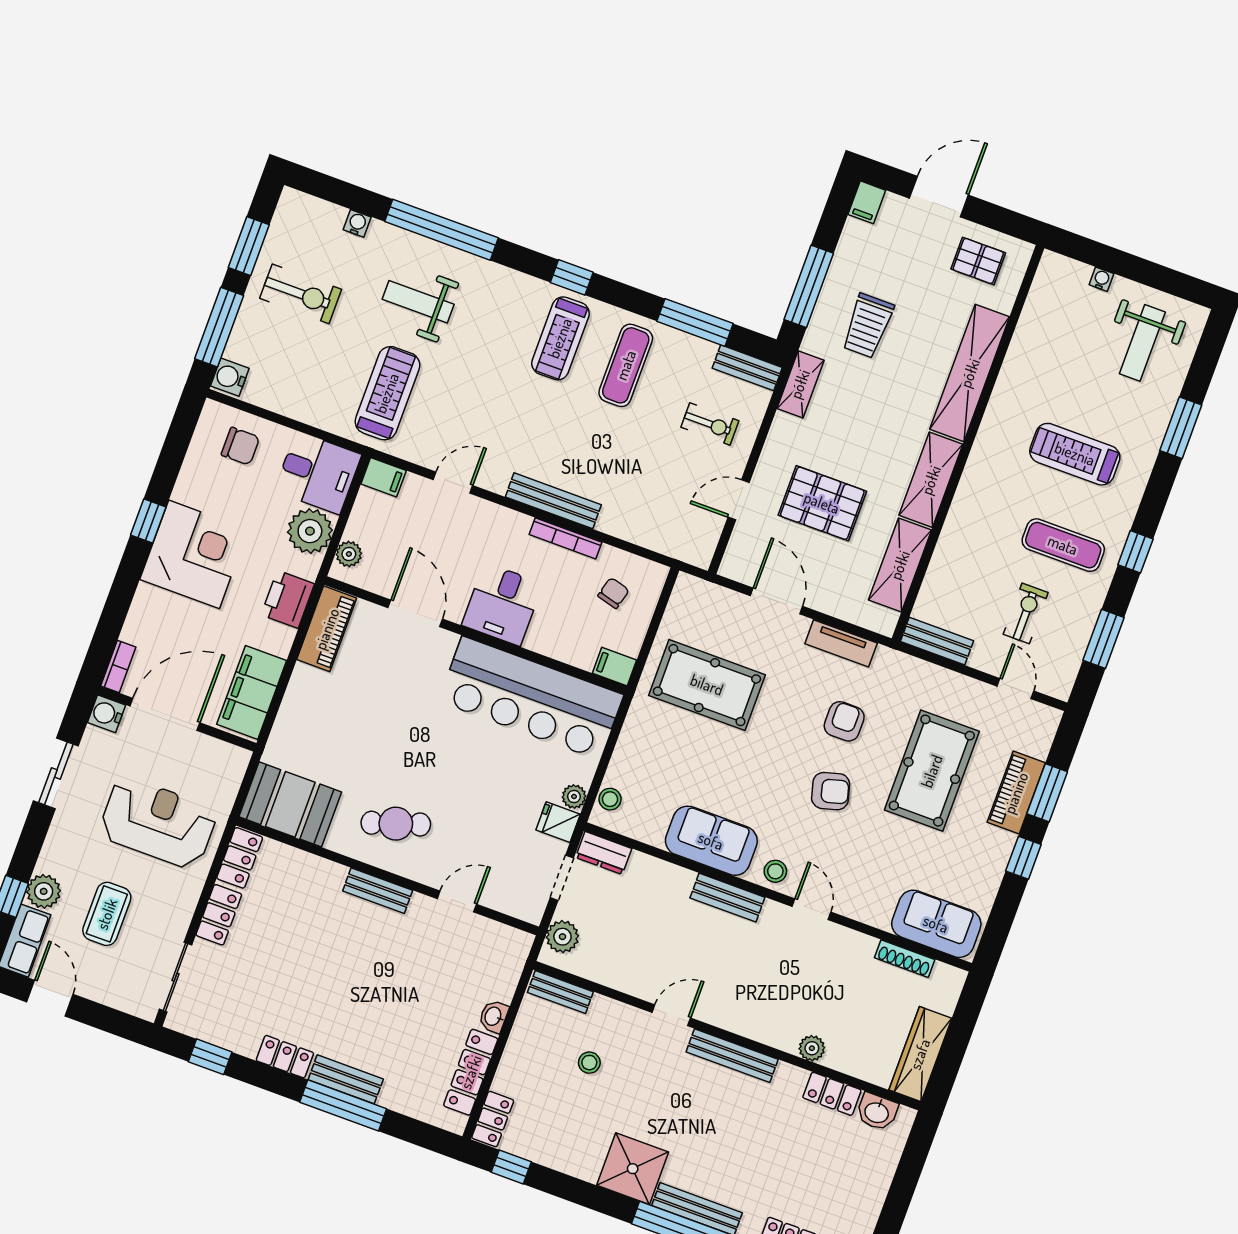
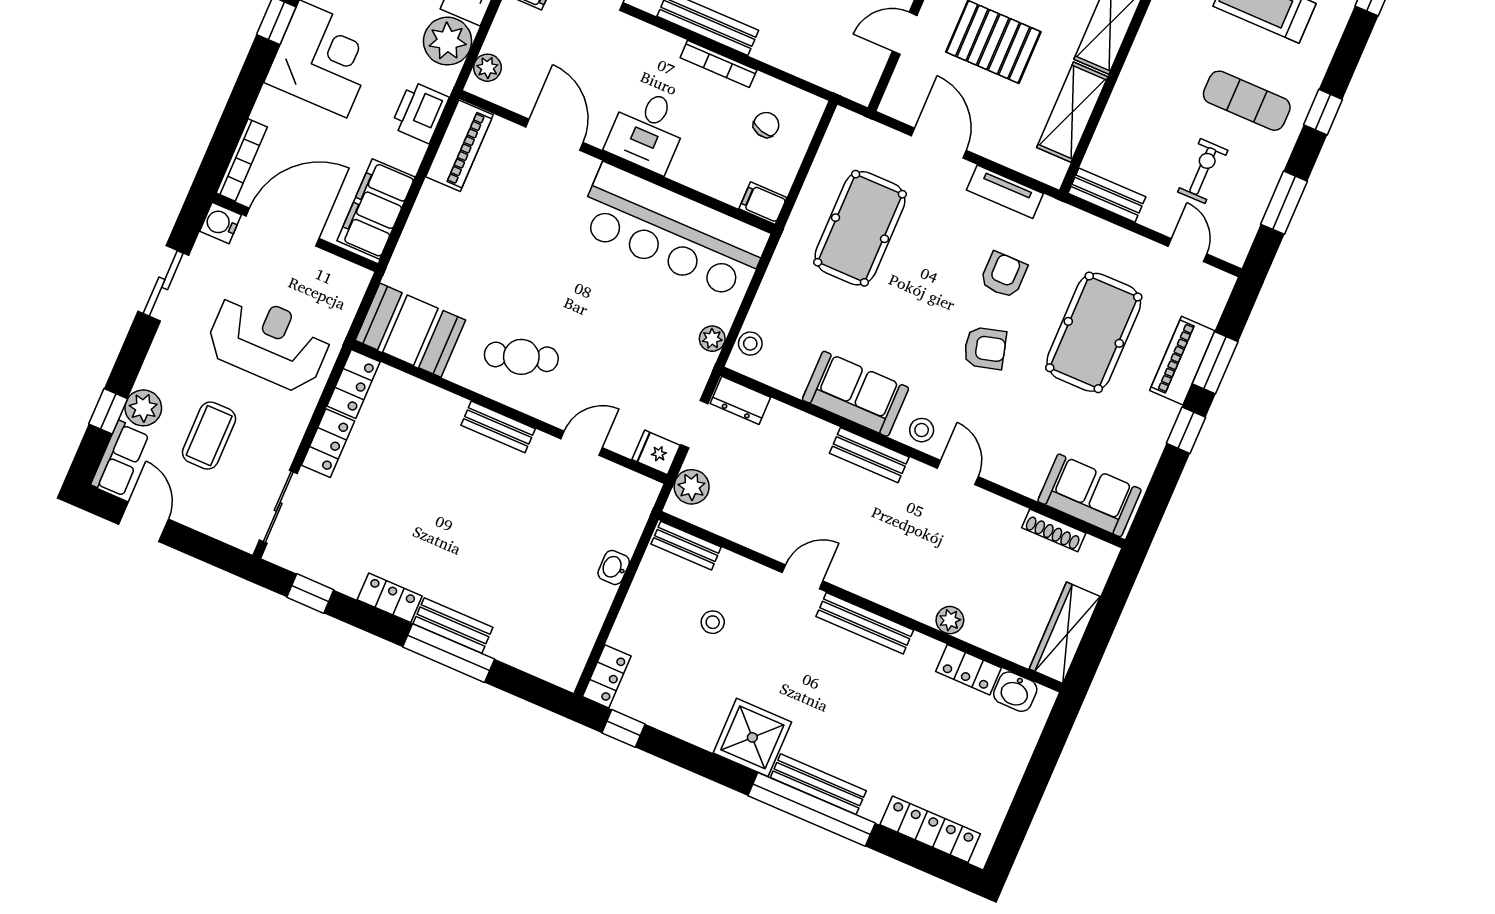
bookcase: (118, 666) -> (242, 160), width x1.56
pool table: (707, 685) -> (860, 228), turned 90
fridge: (558, 822) -> (656, 452), moved
locker: (471, 1072) -> (586, 625), removed

